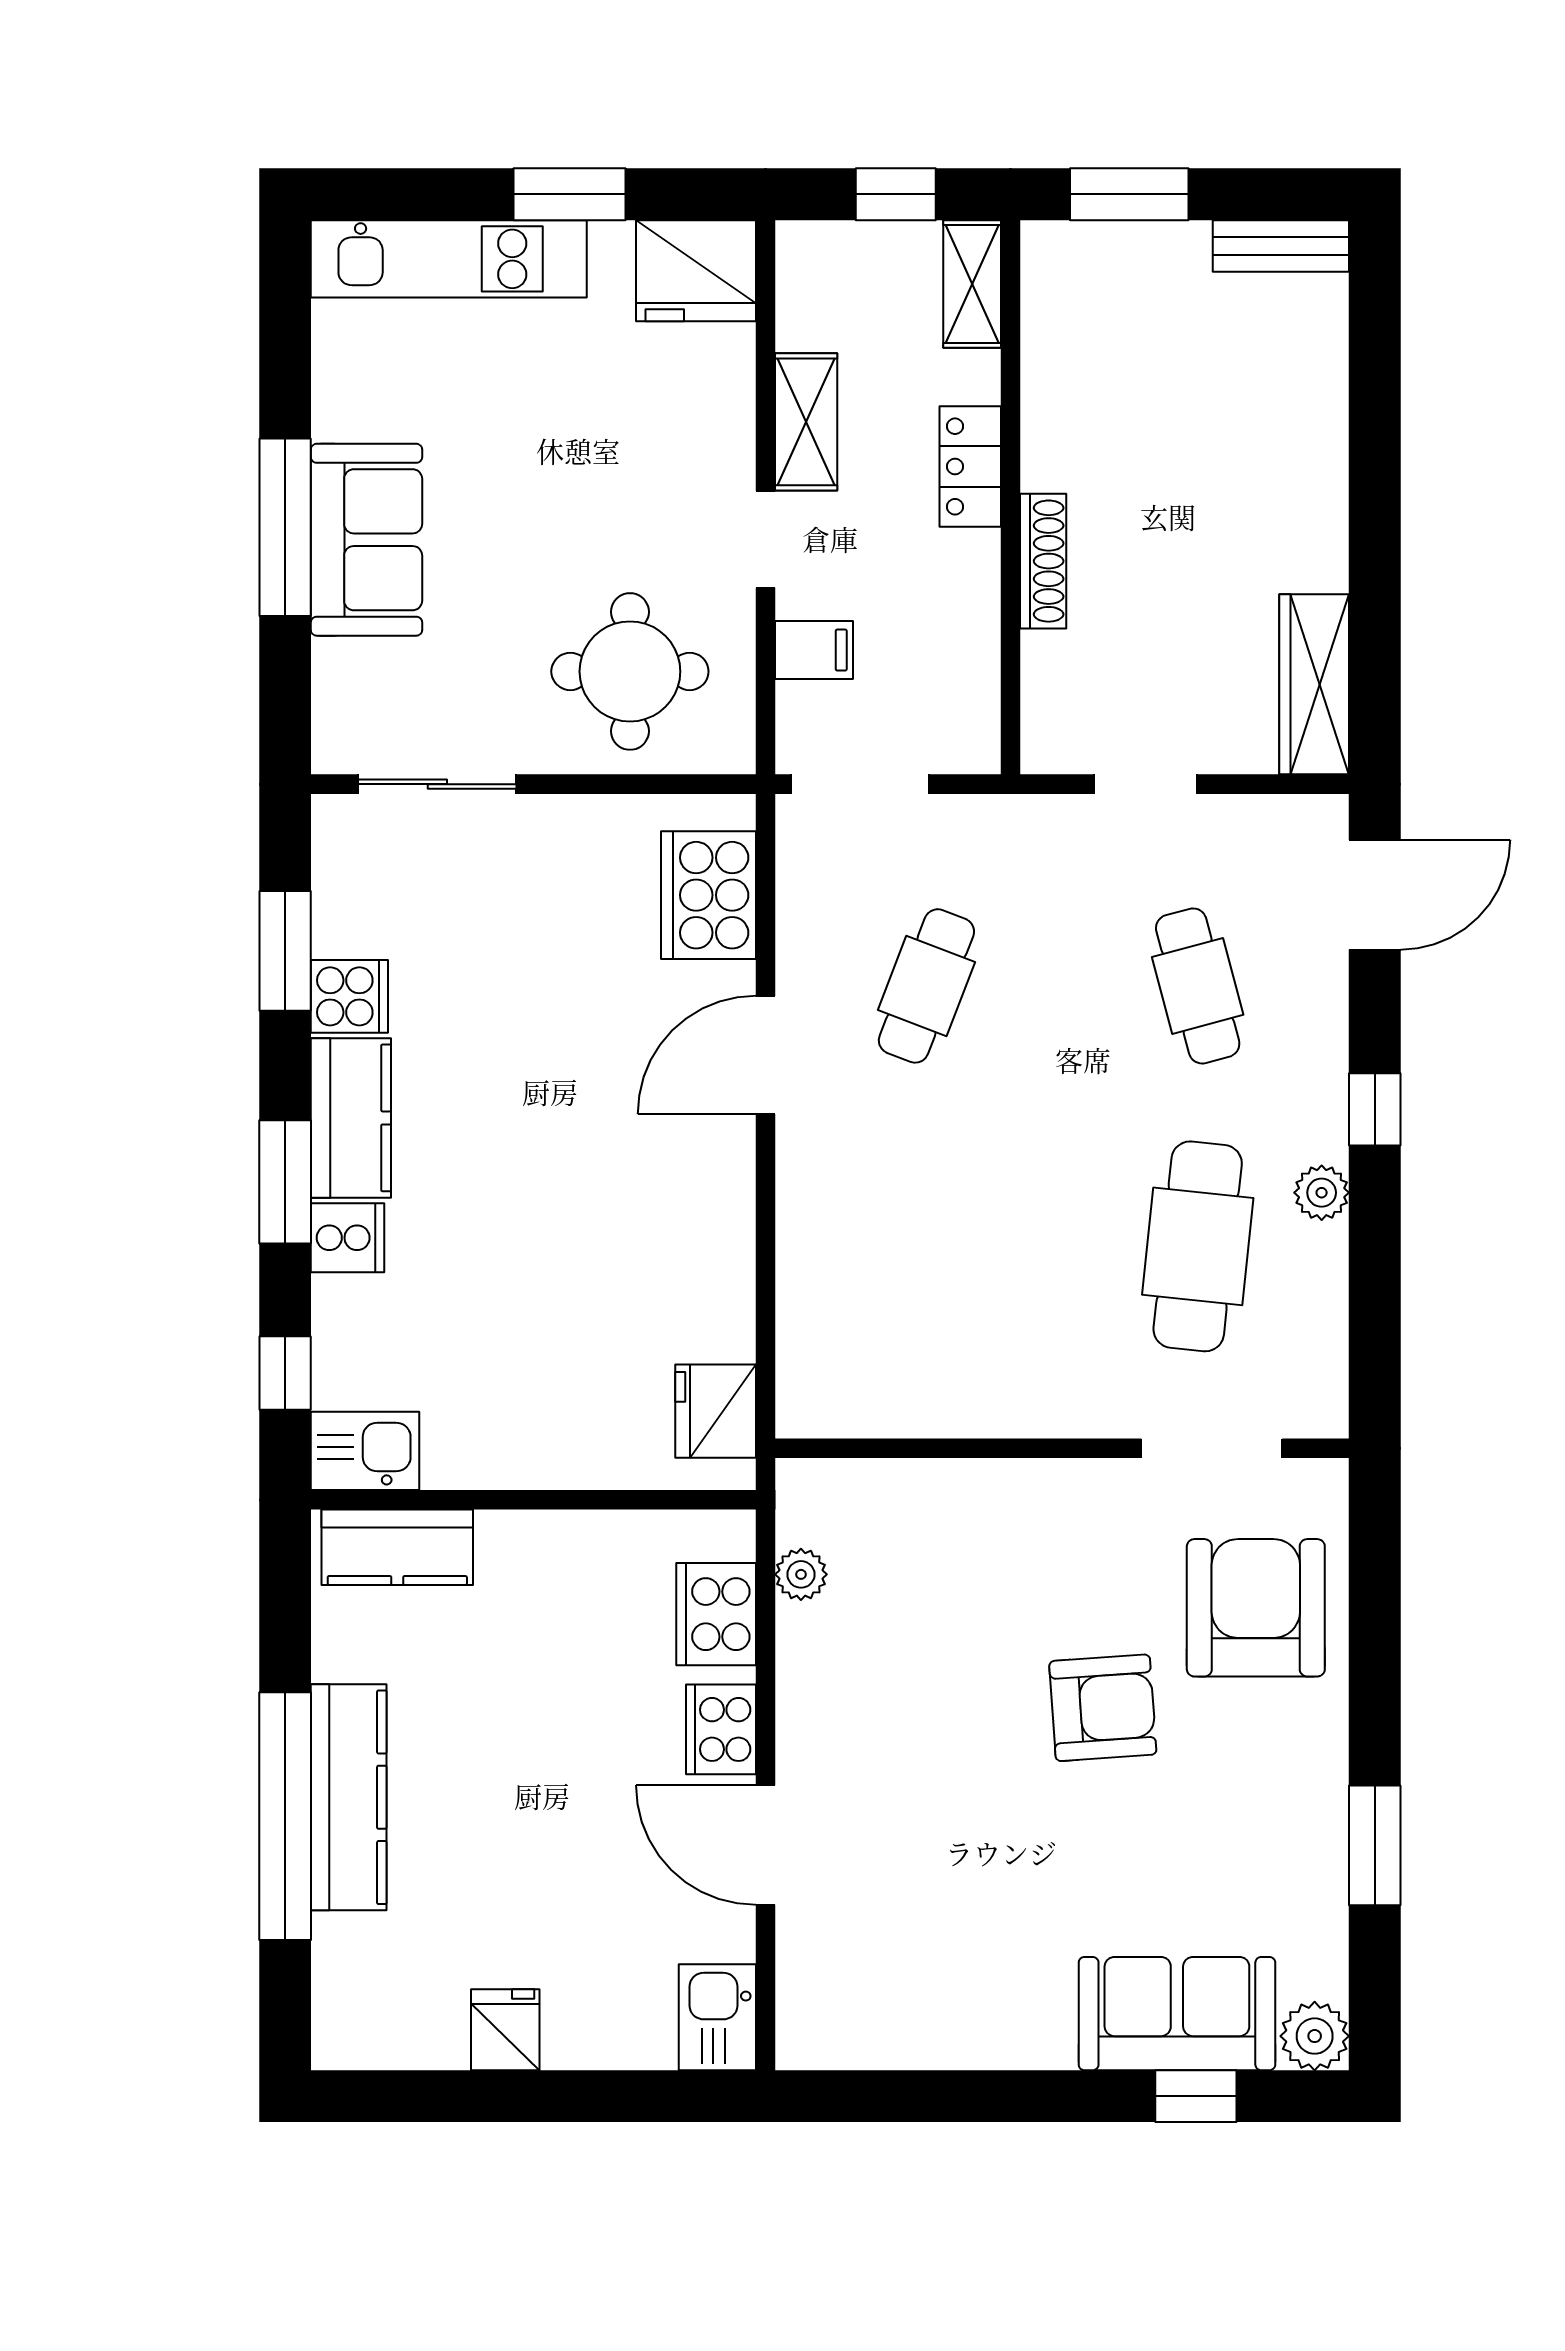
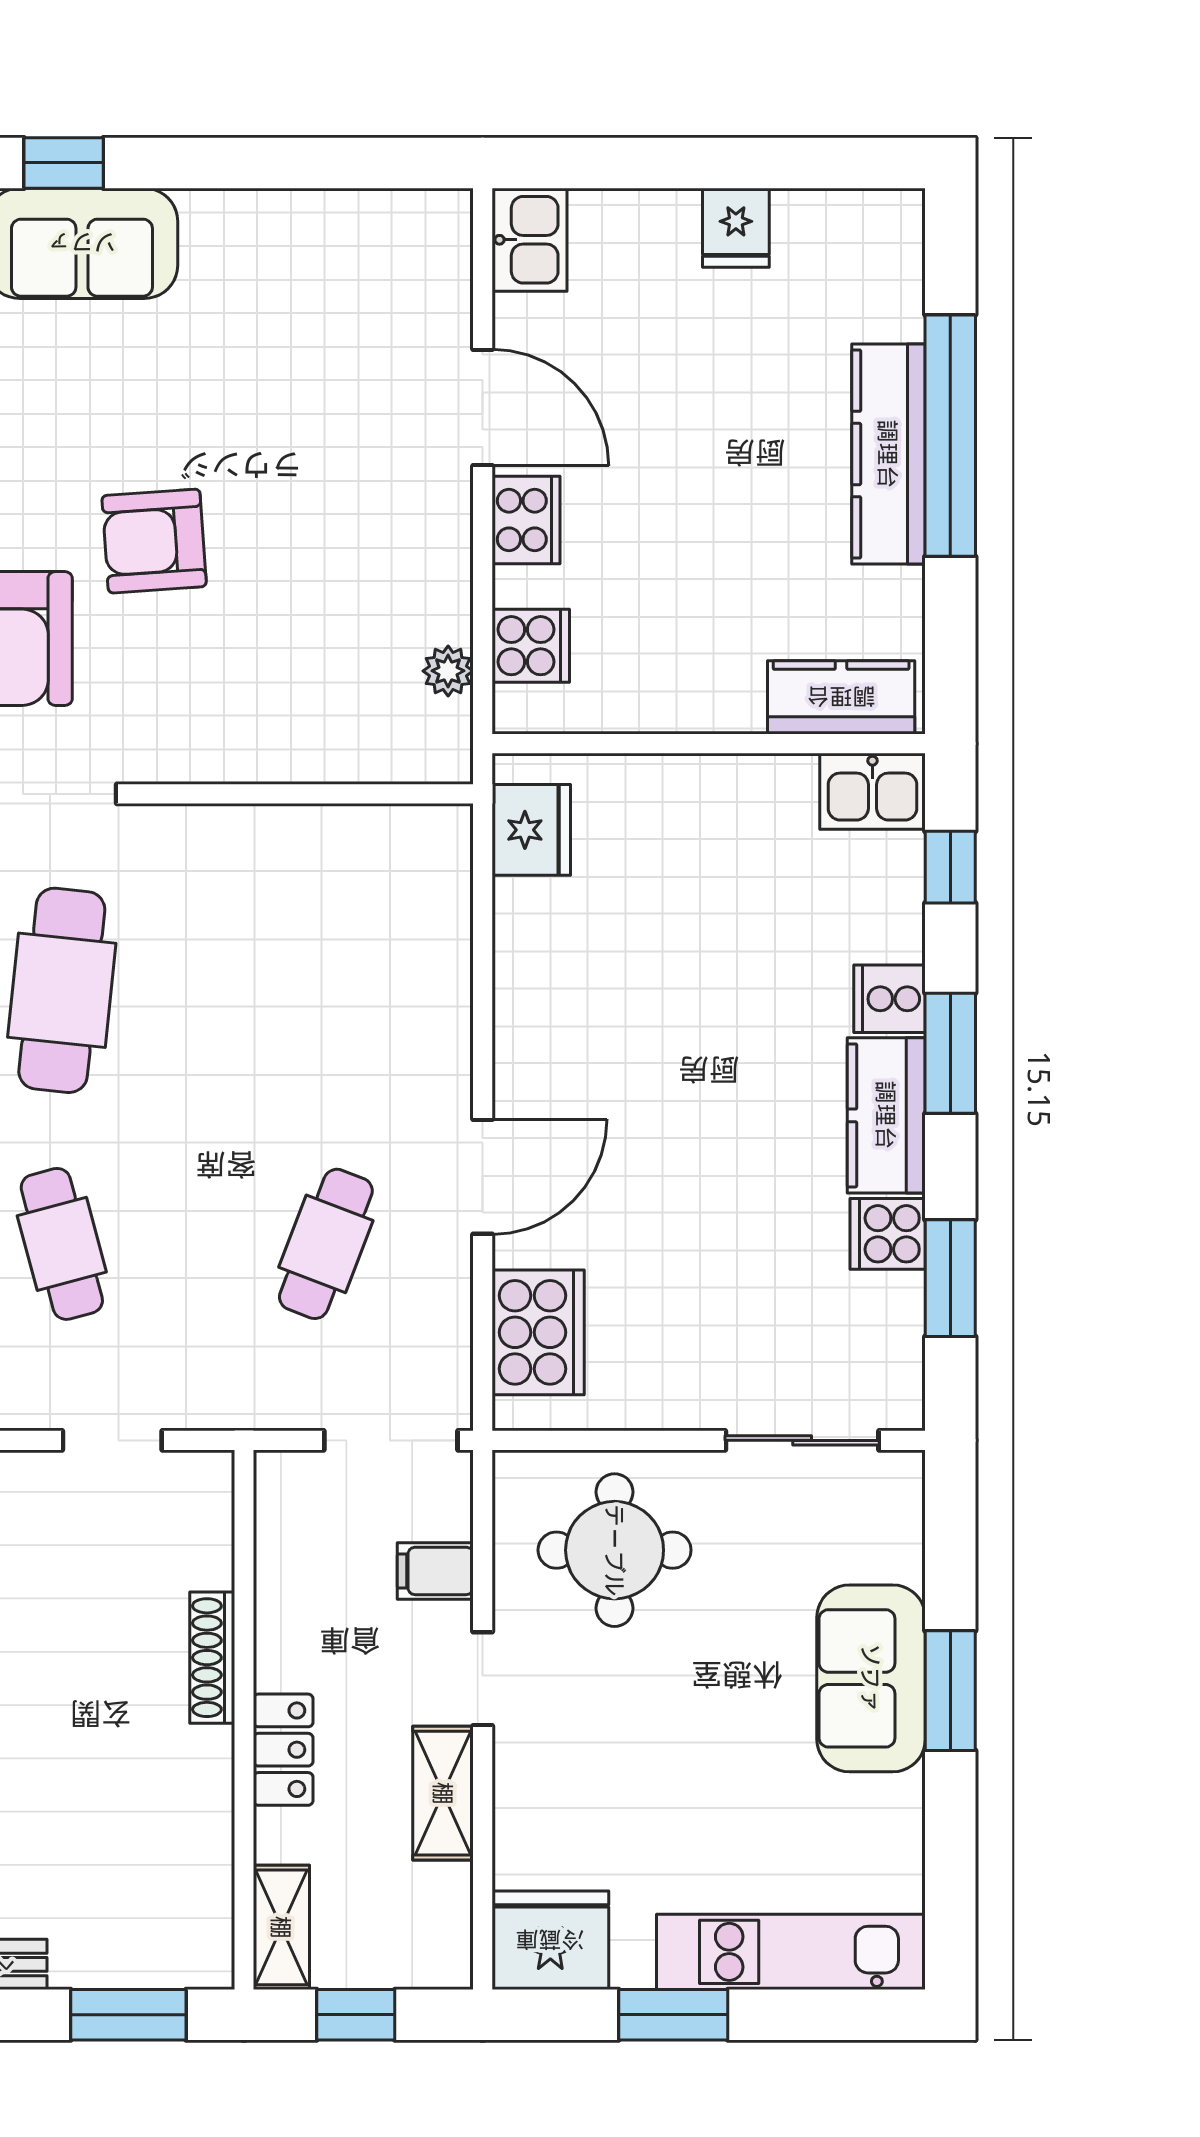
window: (285, 527) -> (950, 1691), width x0.69
cooker: (716, 1614) -> (531, 646), width x0.73

